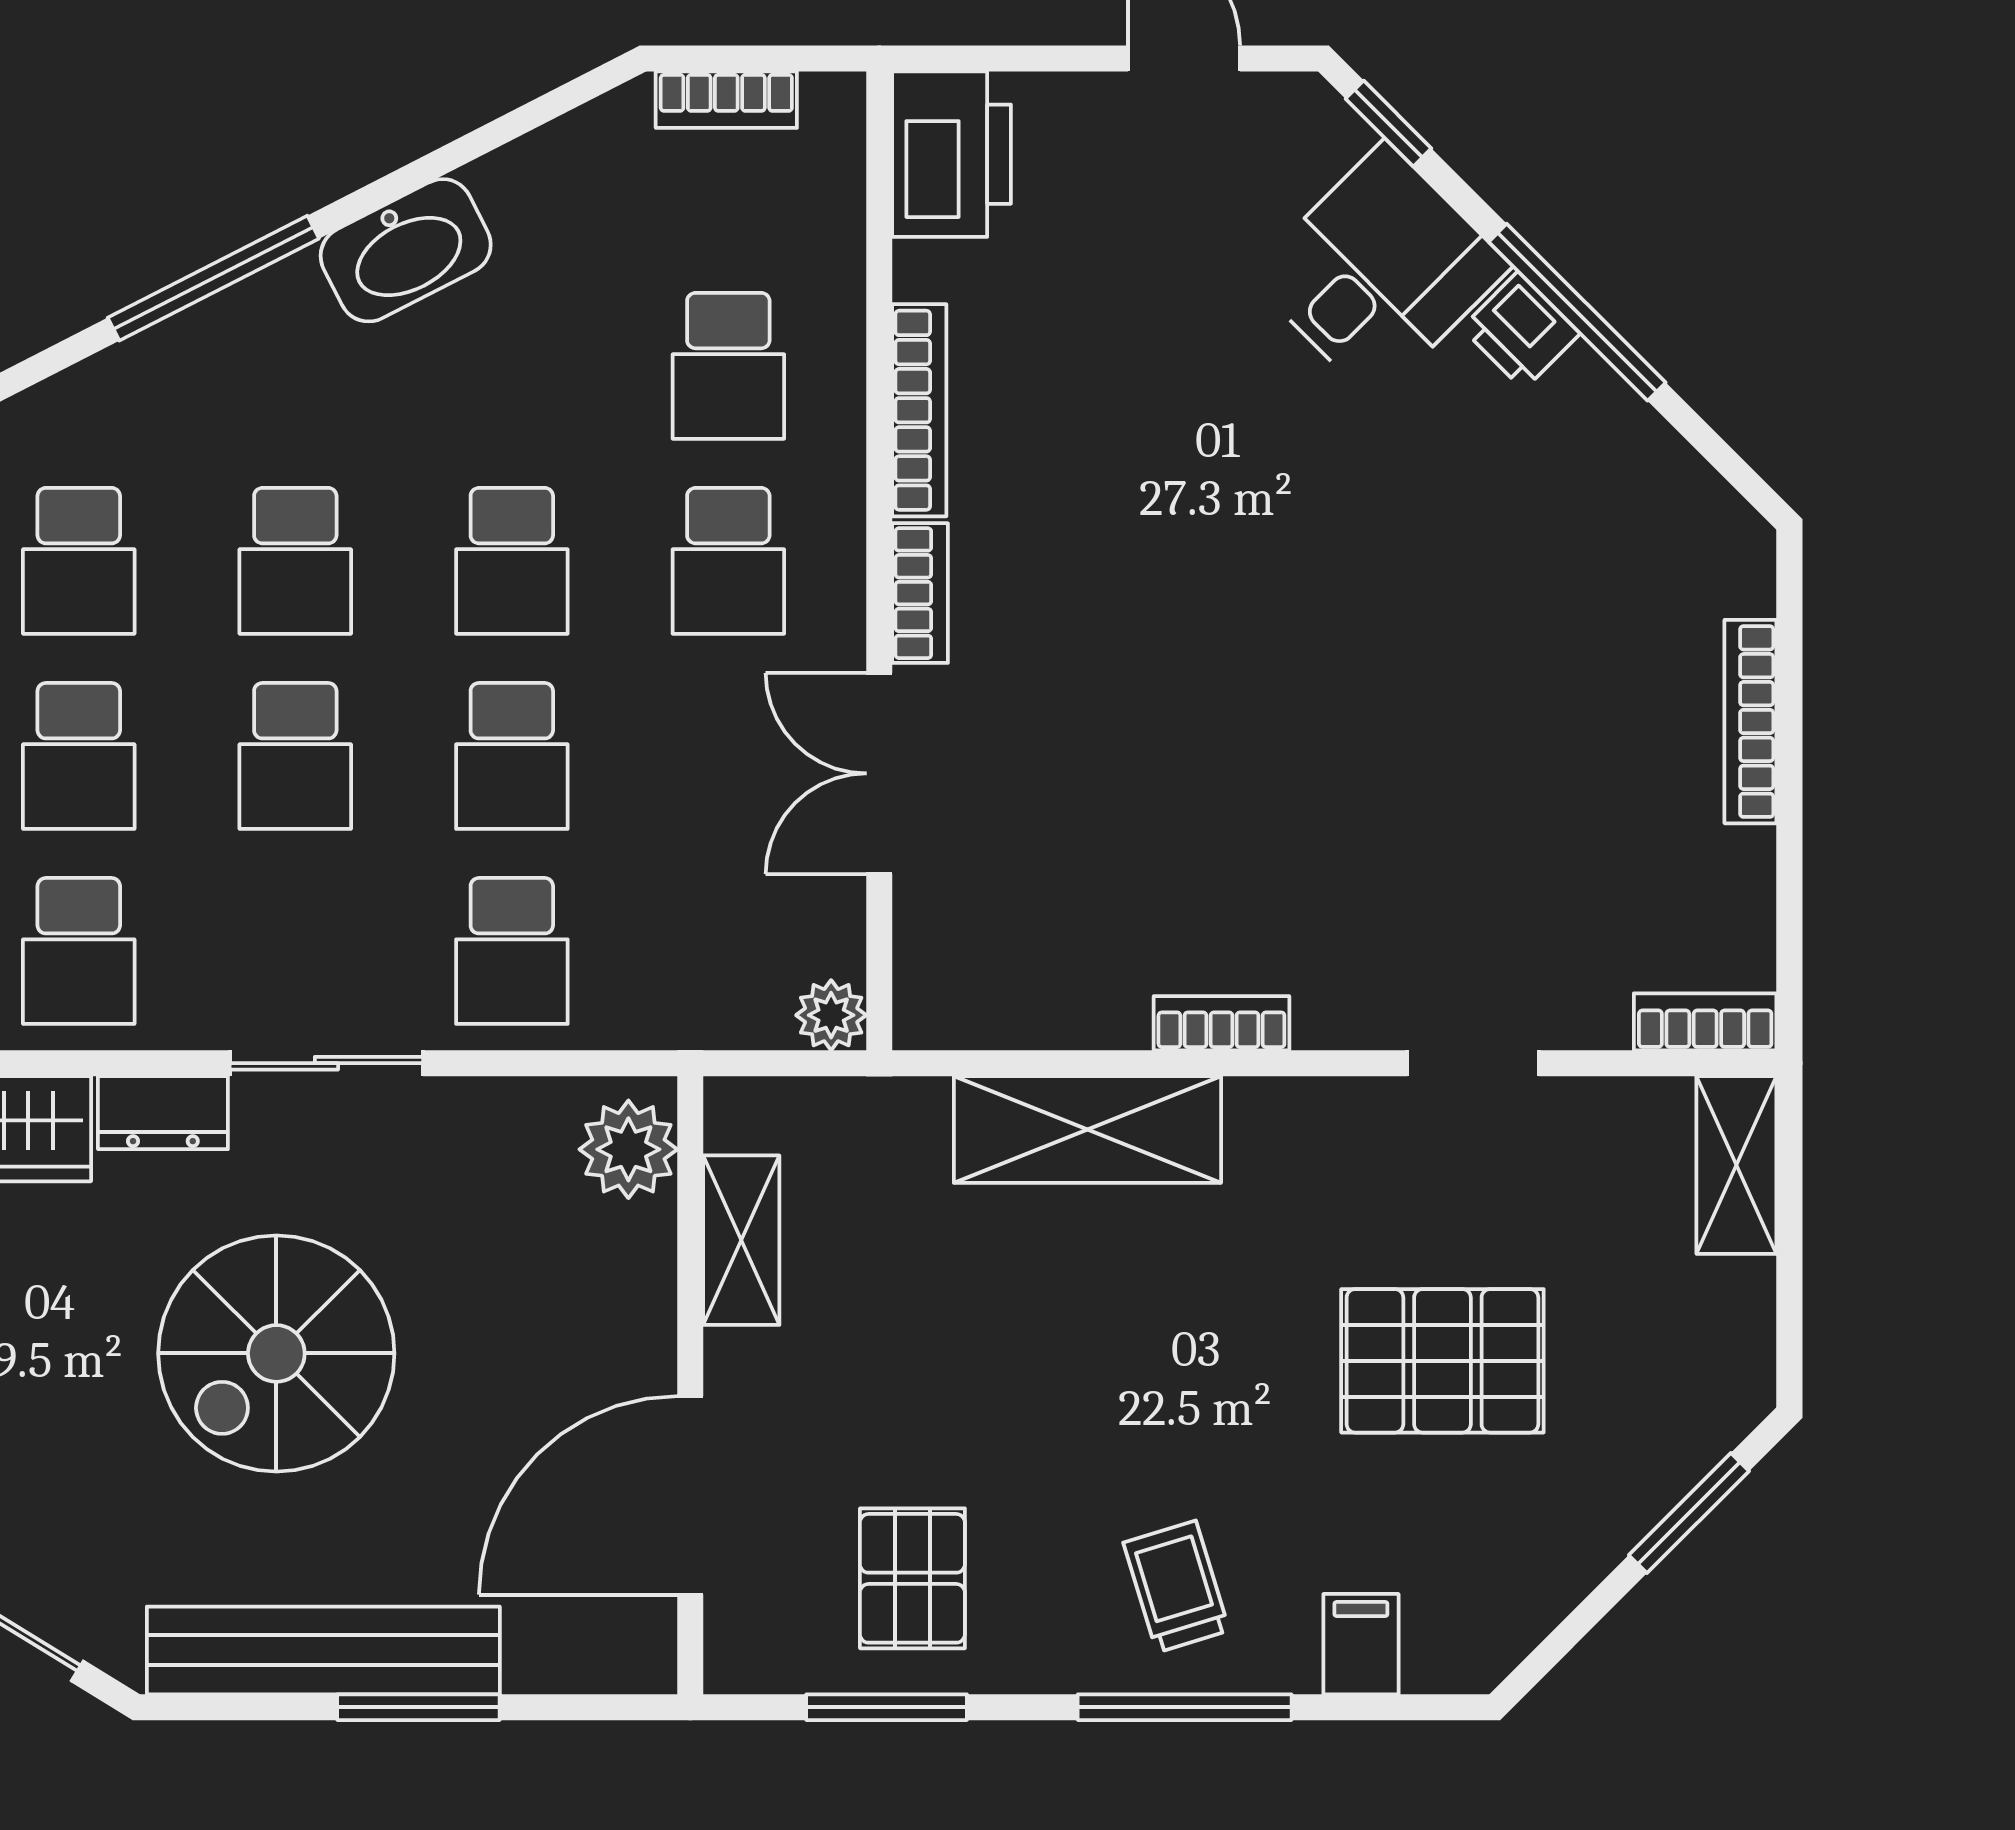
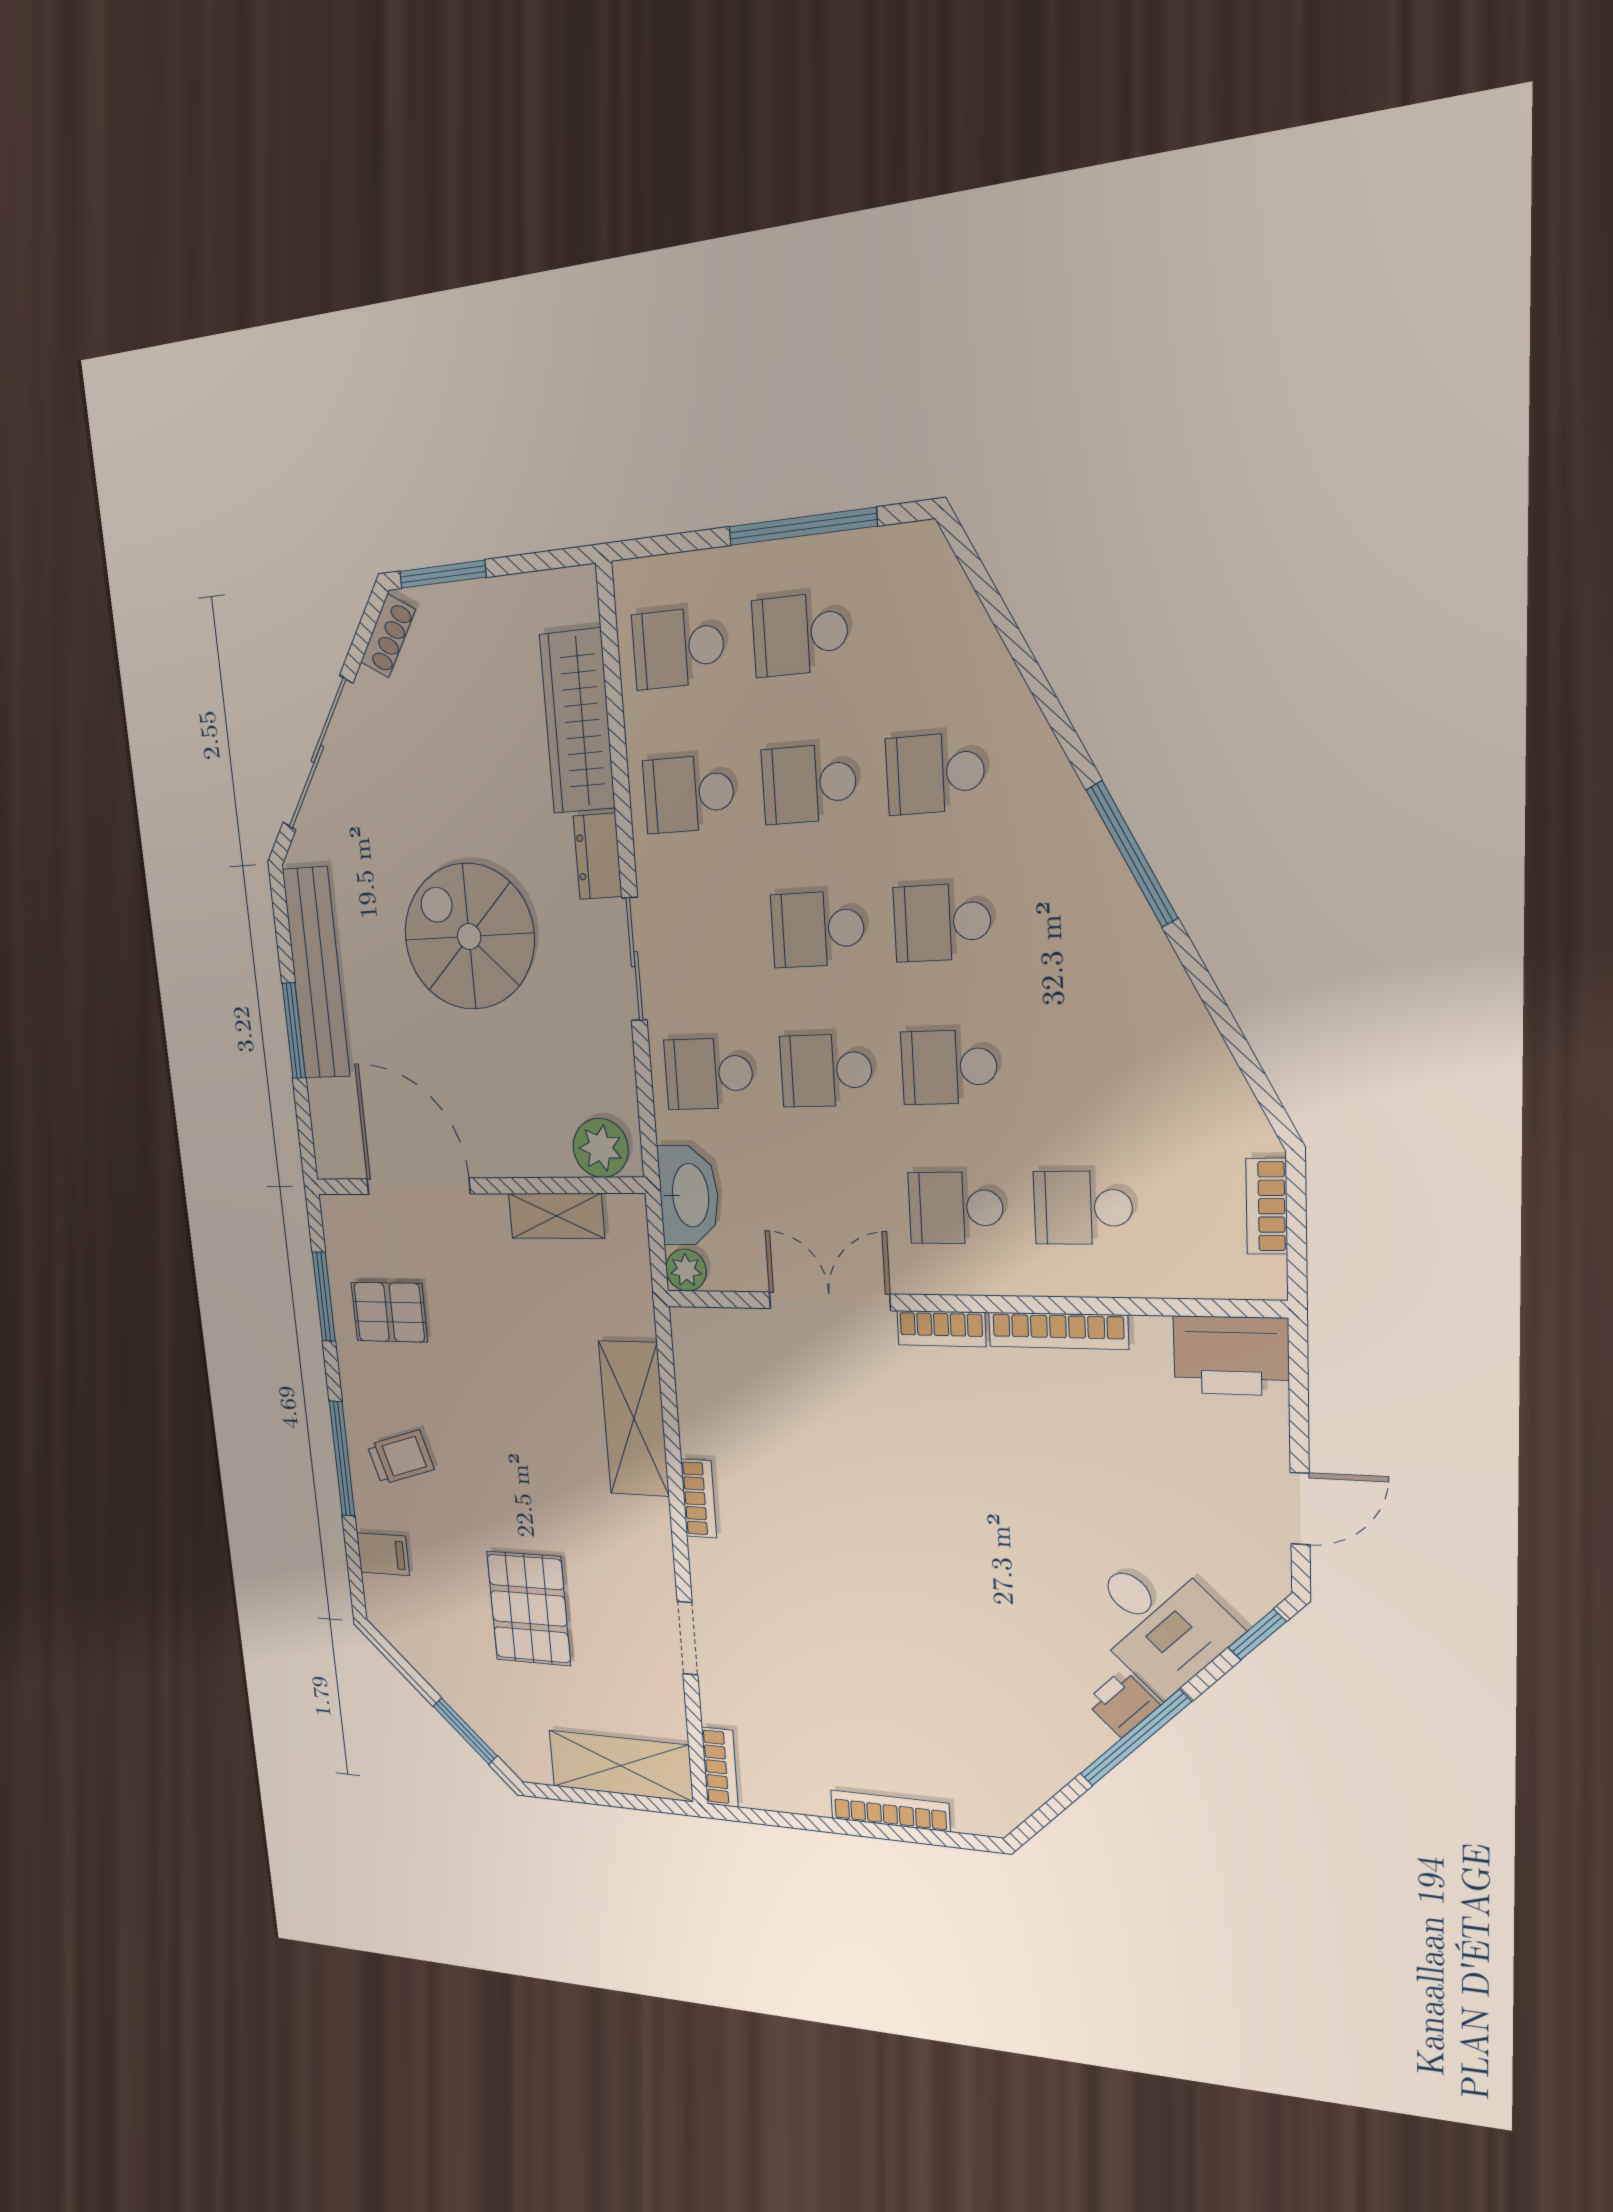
washbasin: (406, 250) -> (689, 1195), moved, turned -153
shelving: (1736, 1165) -> (621, 1766), width x1.50, depth x1.33

